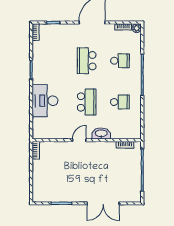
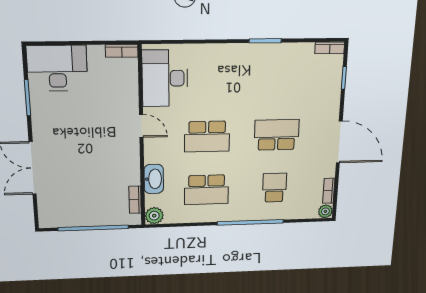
school desk: (120, 61) -> (274, 188), turned 180
desk: (45, 101) -> (165, 78), moved, turned -90
school desk: (120, 102) -> (206, 190), width x1.85
washbasin: (101, 133) -> (154, 179), moved
plant: (136, 134) -> (154, 216), added
desk: (45, 186) -> (57, 68), added

